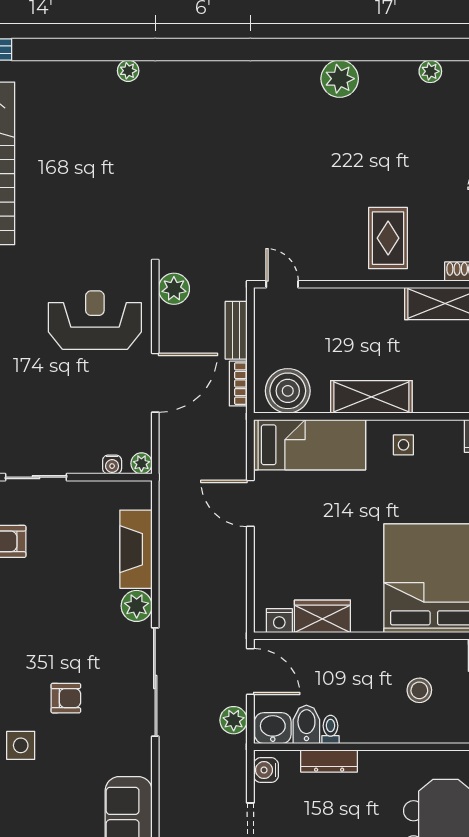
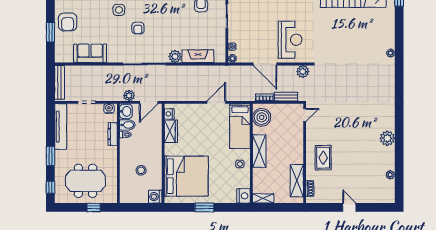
rug: (388, 238) -> (323, 158), turned 90

